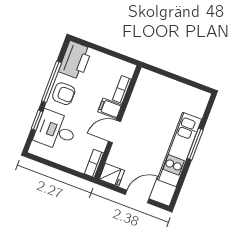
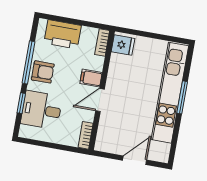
printer: (75, 60) -> (63, 34), moved, turned 90
bookcase: (122, 90) -> (102, 43), moved
kitchen unit: (179, 149) -> (170, 93), width x1.36
fridge: (112, 175) -> (123, 45), moved

